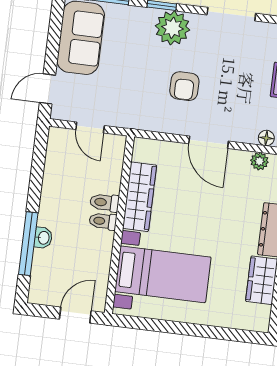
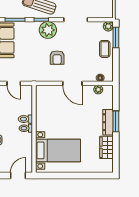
wardrobe: (140, 197) -> (42, 114), removed

